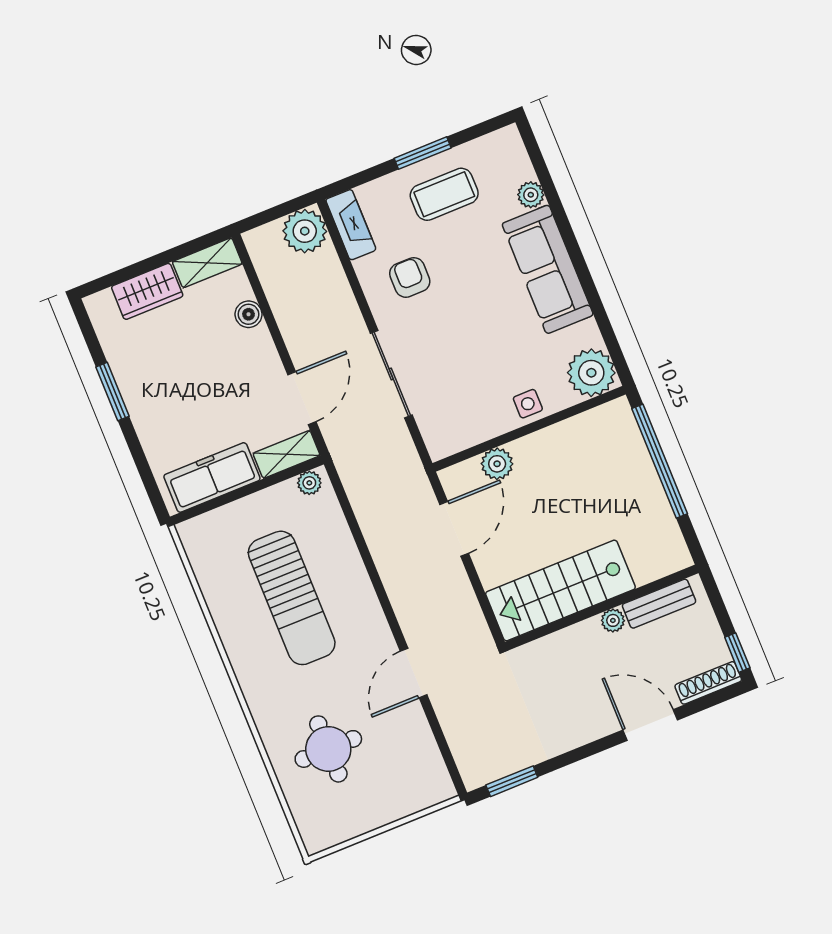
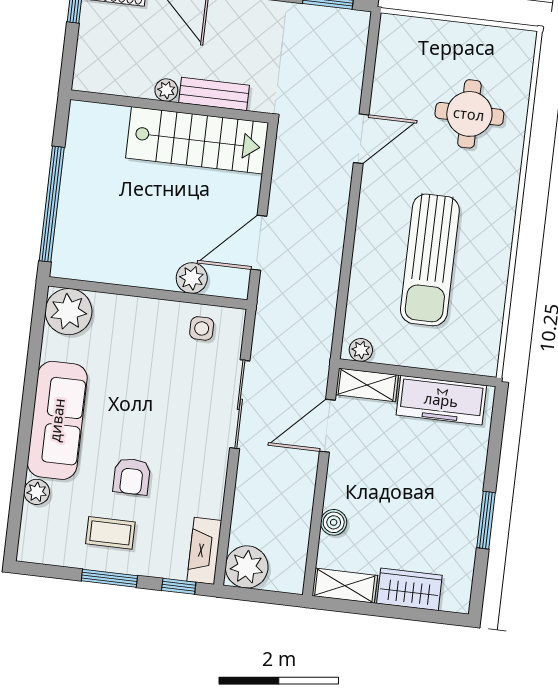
window: (356, 180) -> (179, 586), added
coffee table: (444, 194) -> (110, 533), width x0.73, depth x0.77
armchair: (410, 277) -> (132, 476), moved
side table: (528, 404) -> (202, 328), moved
sun lounger: (292, 598) -> (430, 260), turned 180
bench: (659, 604) -> (214, 94), moved

